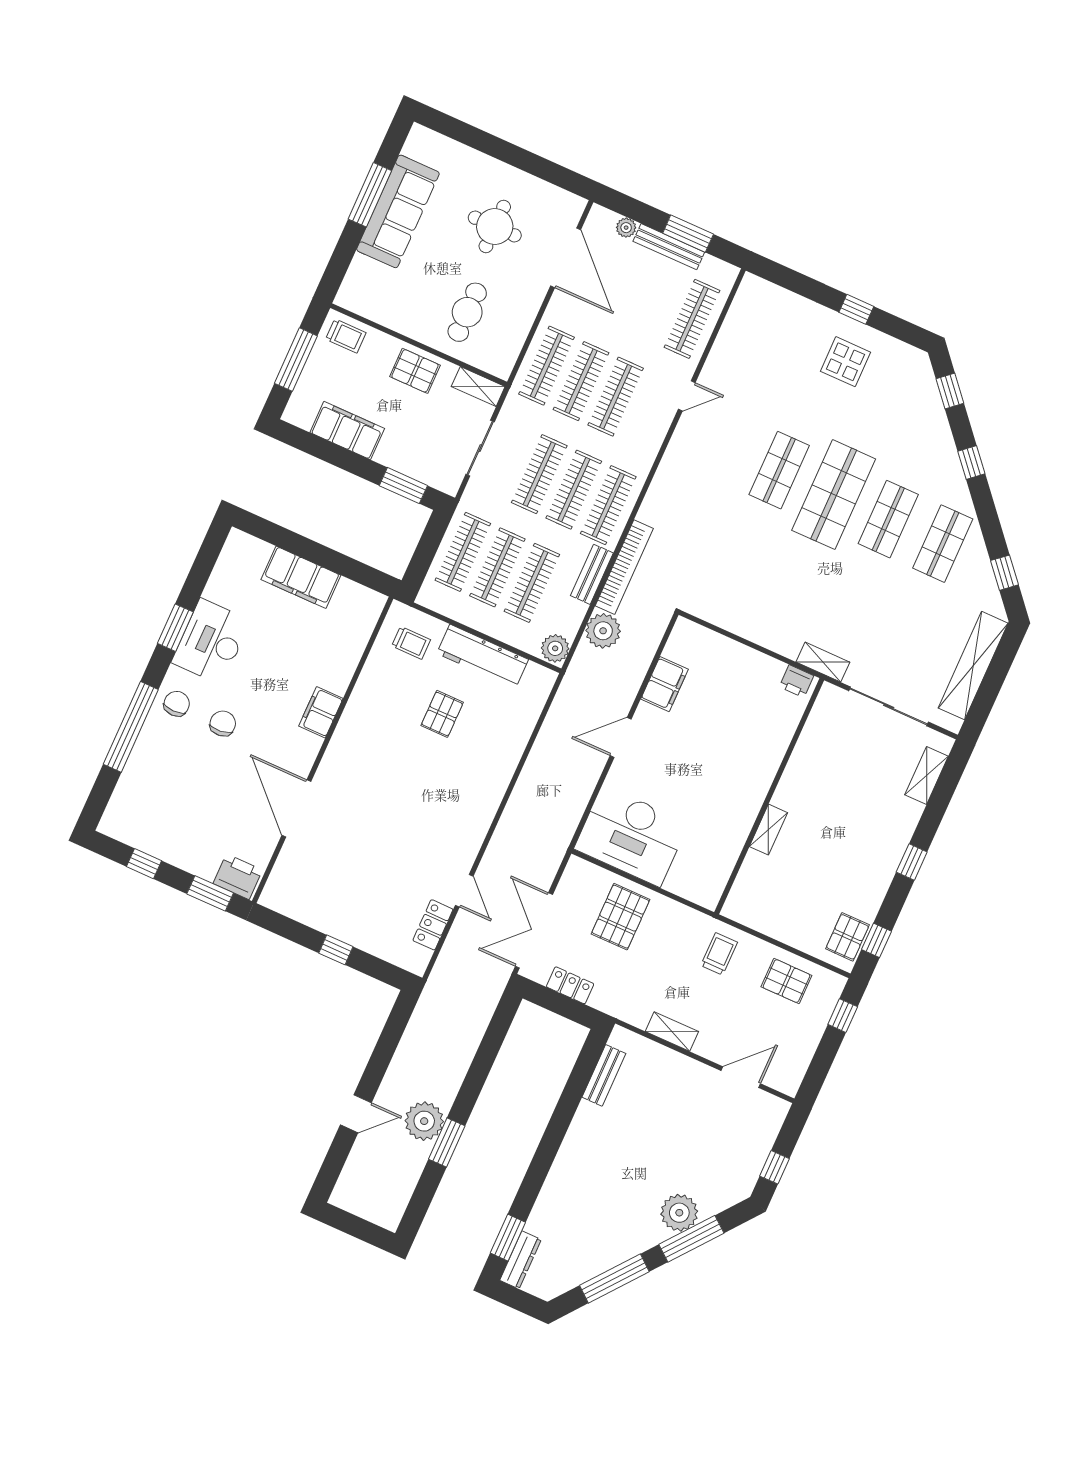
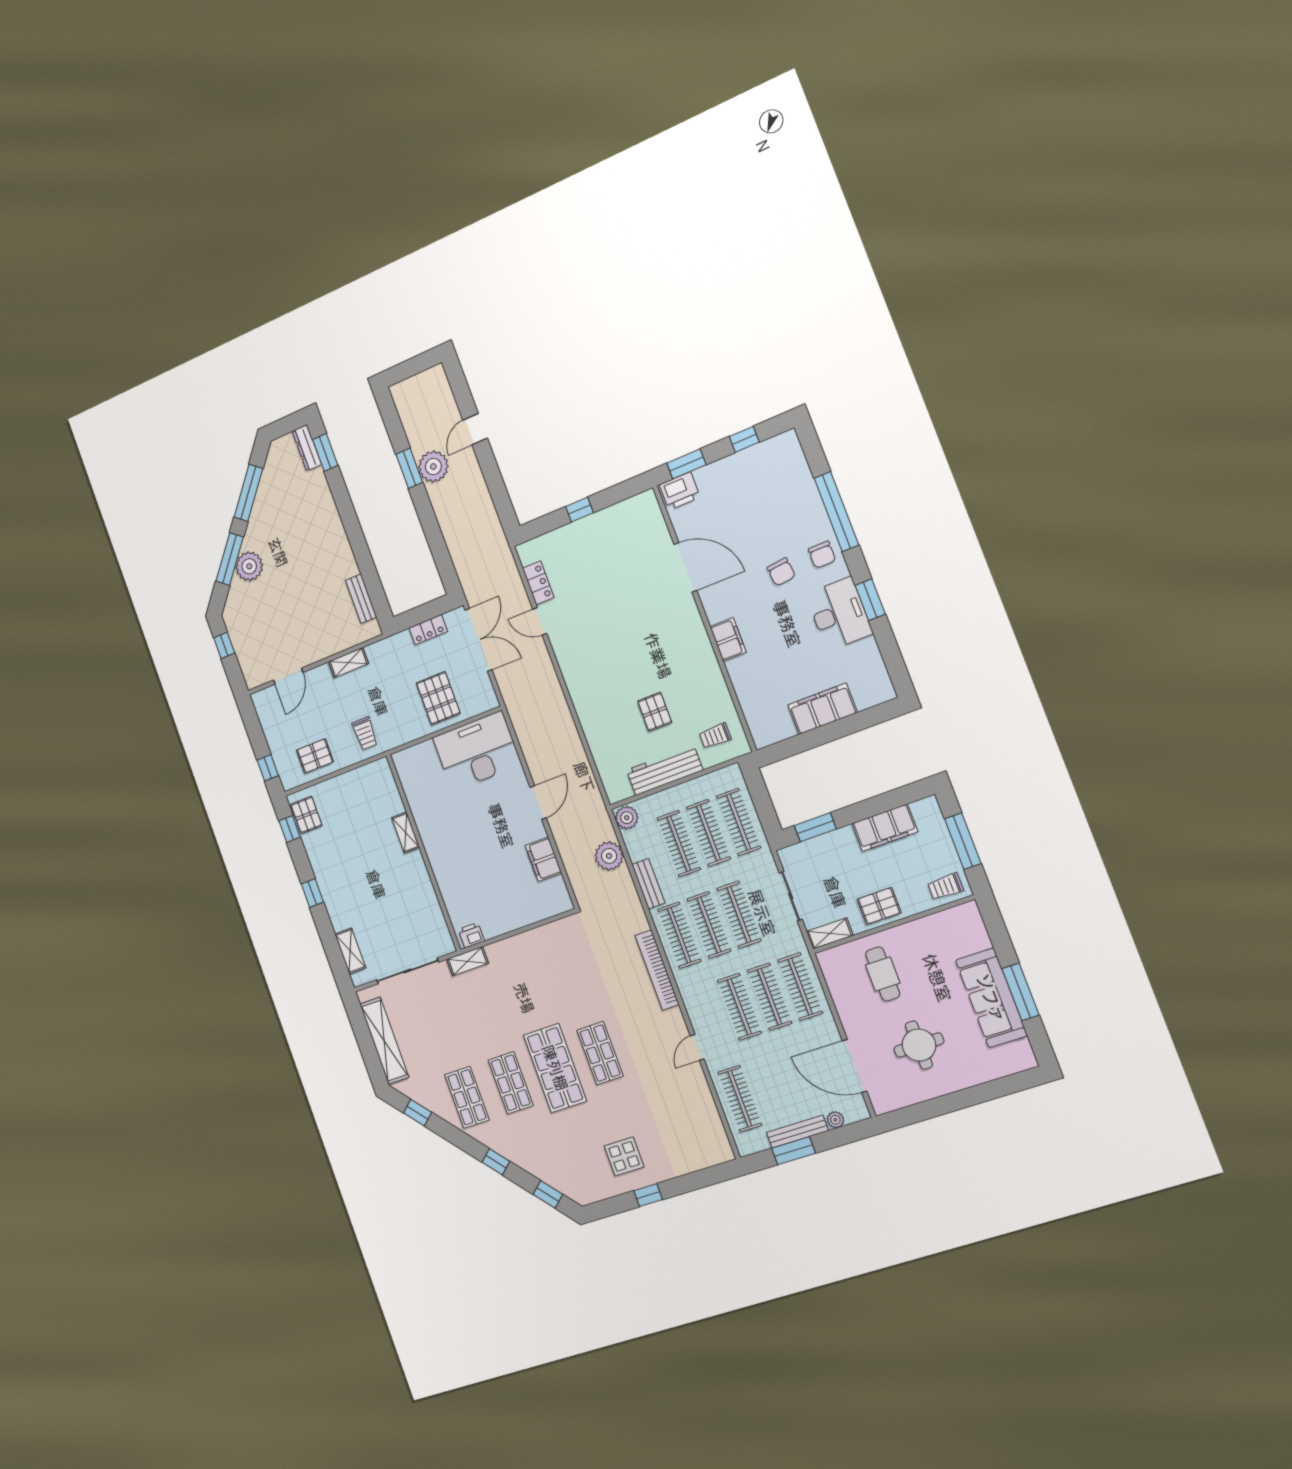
bookcase: (624, 567) -> (657, 970), moved

